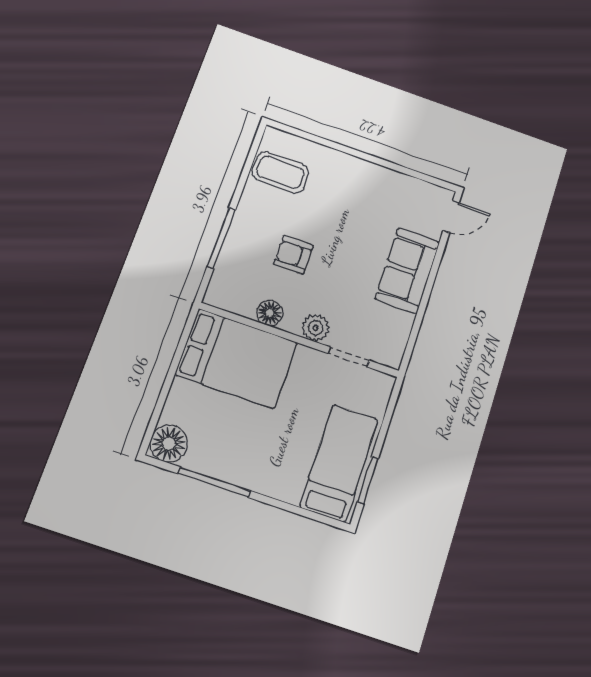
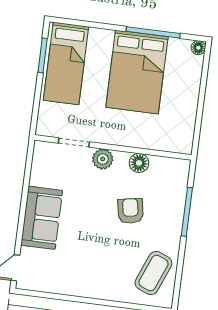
coffee table: (280, 172) -> (153, 273), turned -68
armchair: (293, 255) -> (130, 211), turned -100
bed: (236, 358) -> (137, 72), moved, turned -90
floor lamp: (169, 443) -> (198, 48), width x0.53, depth x0.53

